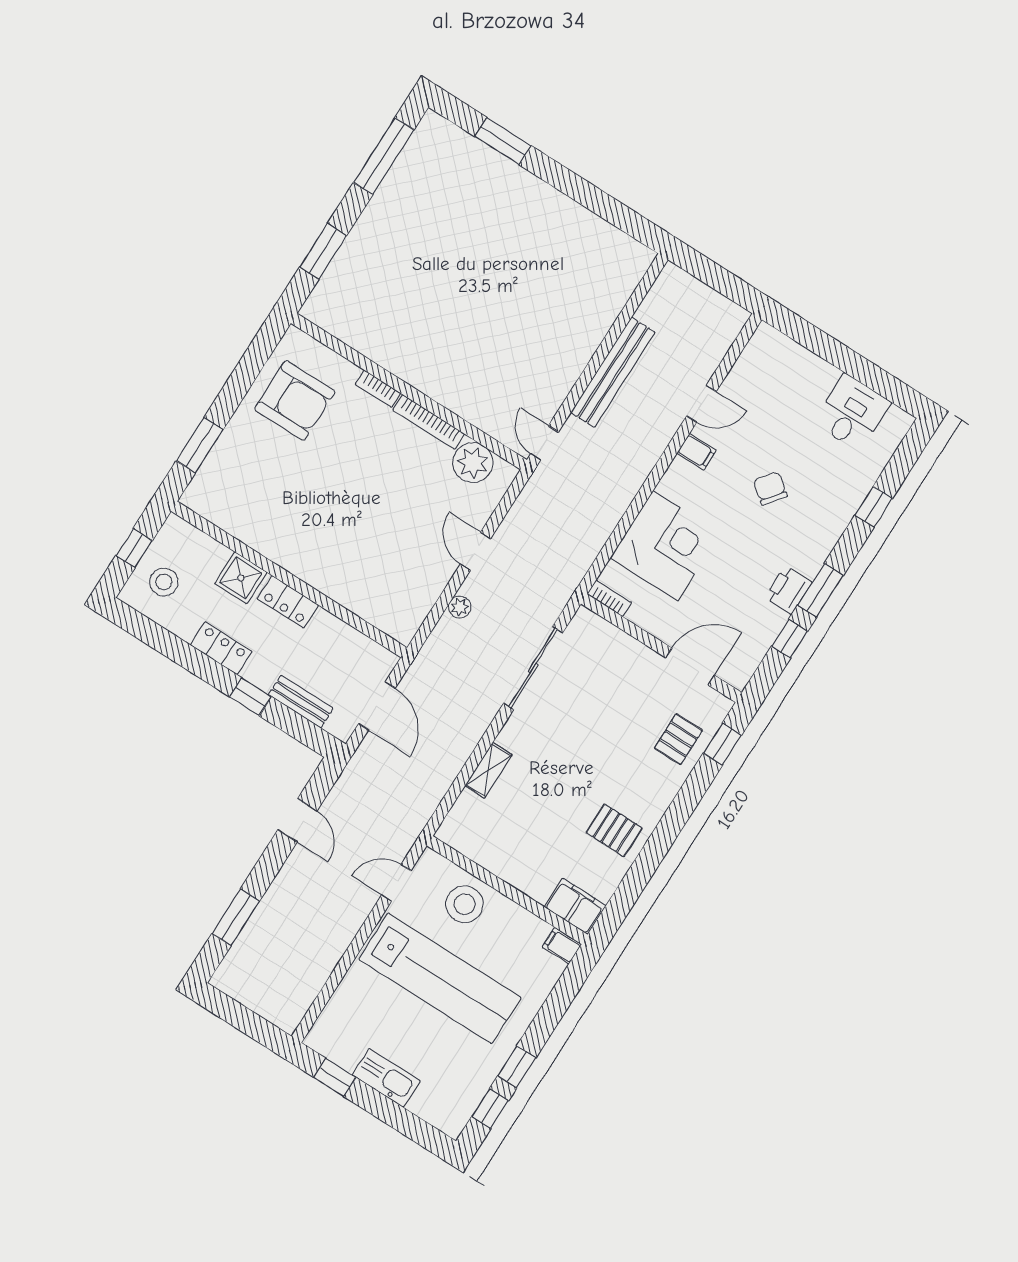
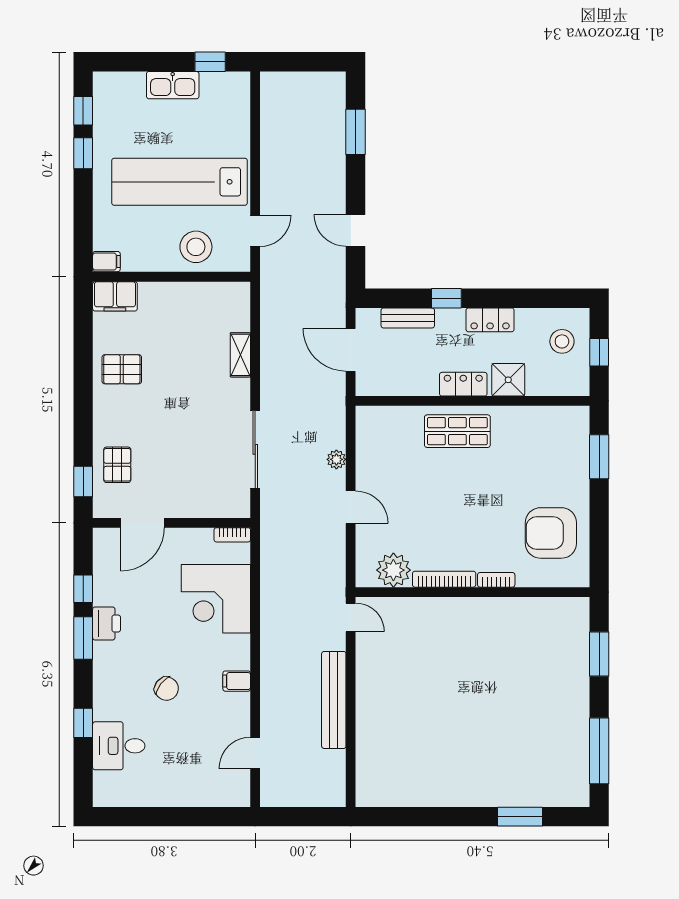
door: (701, 404) -> (255, 753), moved
desk: (852, 413) -> (119, 746), moved, turned 90
shop shelf: (323, 559) -> (457, 431), added

